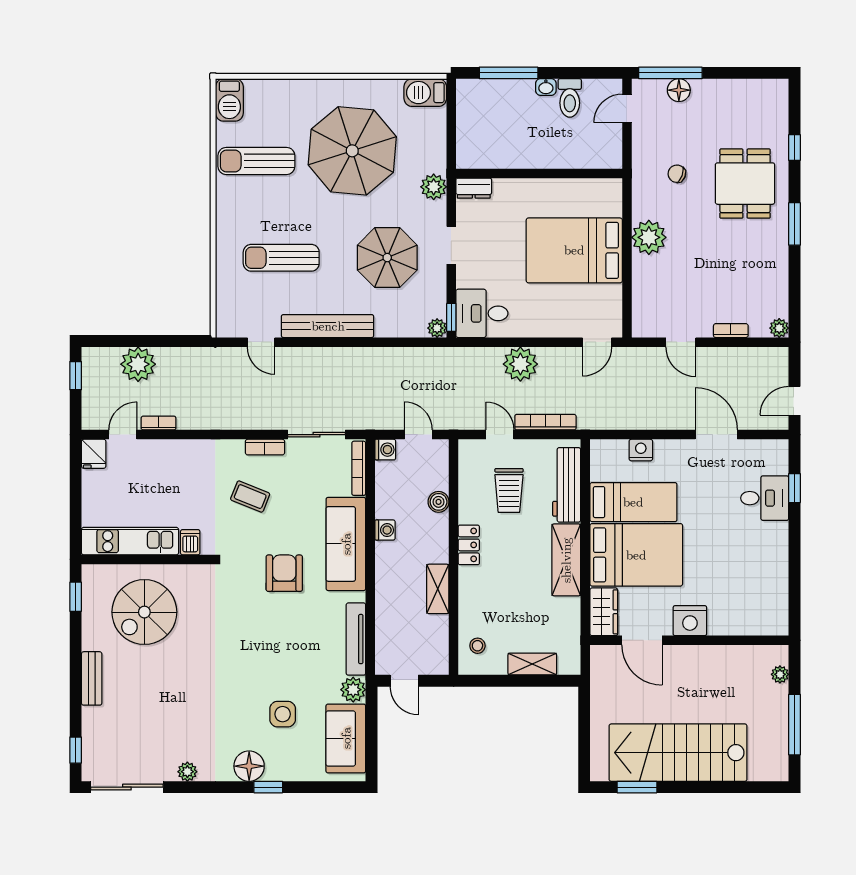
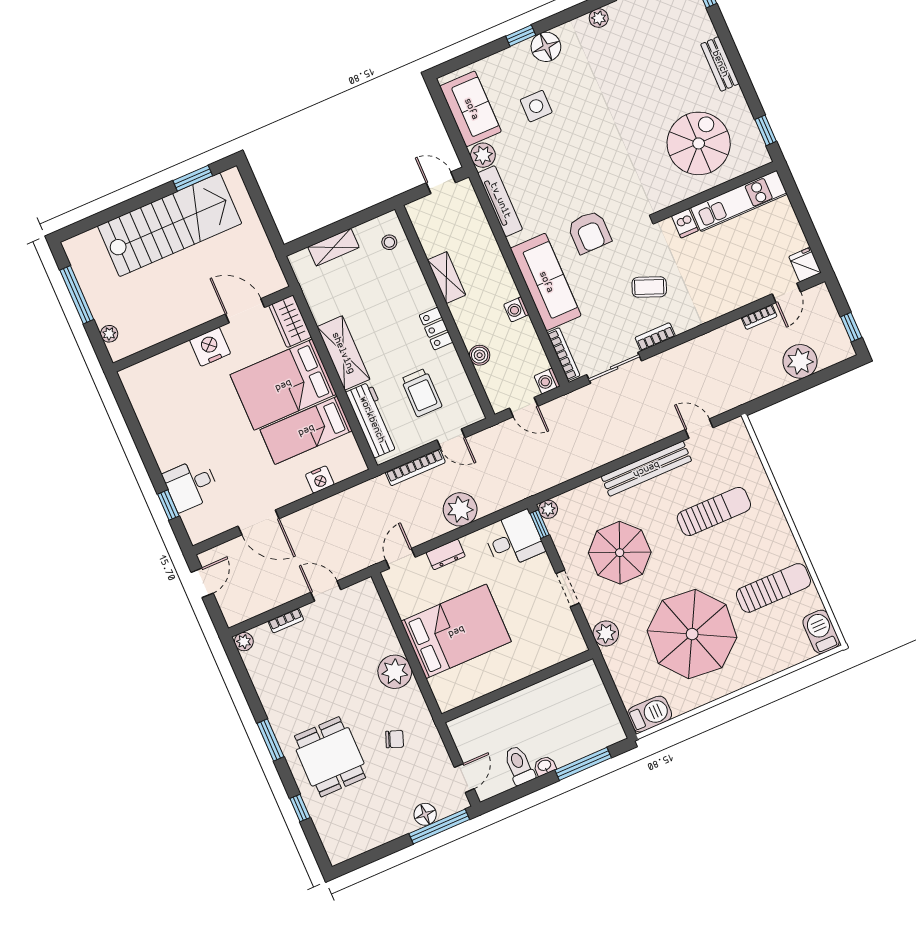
dresser: (474, 188) -> (446, 554), moved, turned 180
trolley: (509, 490) -> (421, 393), turned 180

